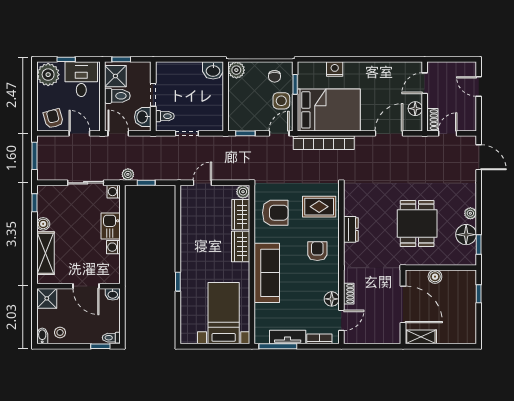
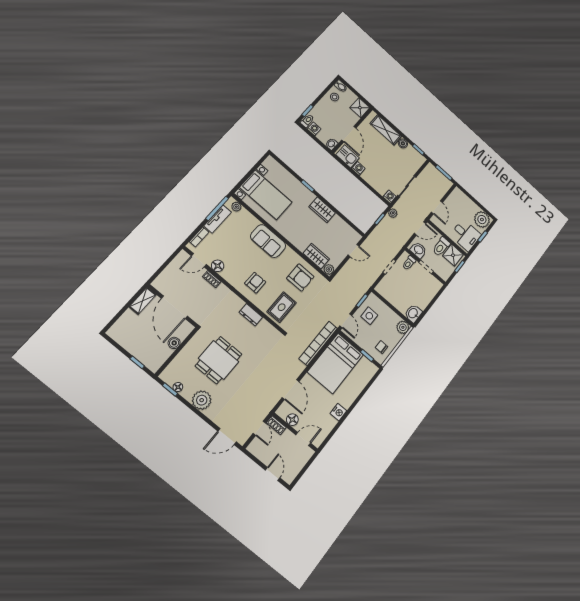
nightstand: (335, 69) -> (338, 412), moved
door: (425, 83) -> (303, 439), hinge flipped
door: (479, 86) -> (273, 474), hinge flipped
side table: (281, 101) -> (369, 316), moved
armchair: (53, 118) -> (456, 201), removed
door: (79, 133) -> (437, 207), hinge flipped
door: (202, 183) -> (354, 251), hinge flipped
armchair: (275, 213) -> (300, 278), turned -90
plant: (470, 213) -> (202, 400), width x1.88, depth x1.88
dining table: (417, 224) -> (219, 360), turned 90
kitchen sink: (111, 226) -> (348, 156), moved
floor lamp: (466, 235) -> (178, 387), width x0.53, depth x0.53
wardrobe: (241, 247) -> (322, 210), moved, turned 180
armchair: (317, 251) -> (255, 283), turned -90
sofa: (267, 273) -> (268, 241), width x0.73
door: (86, 286) -> (349, 134), swing flipped
door: (403, 304) -> (174, 307), hinge flipped
door: (341, 320) -> (199, 260), hinge flipped
washing machine: (113, 324) -> (314, 129), added
plant: (260, 330) -> (236, 207), added

